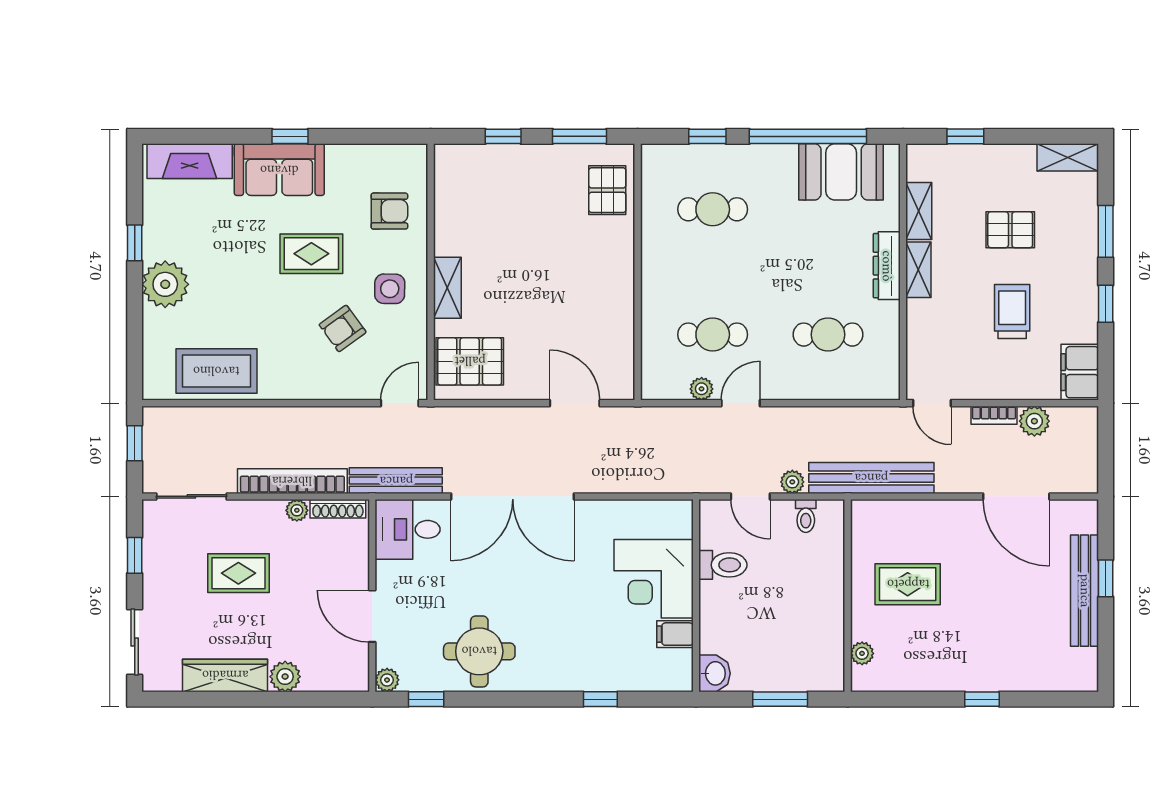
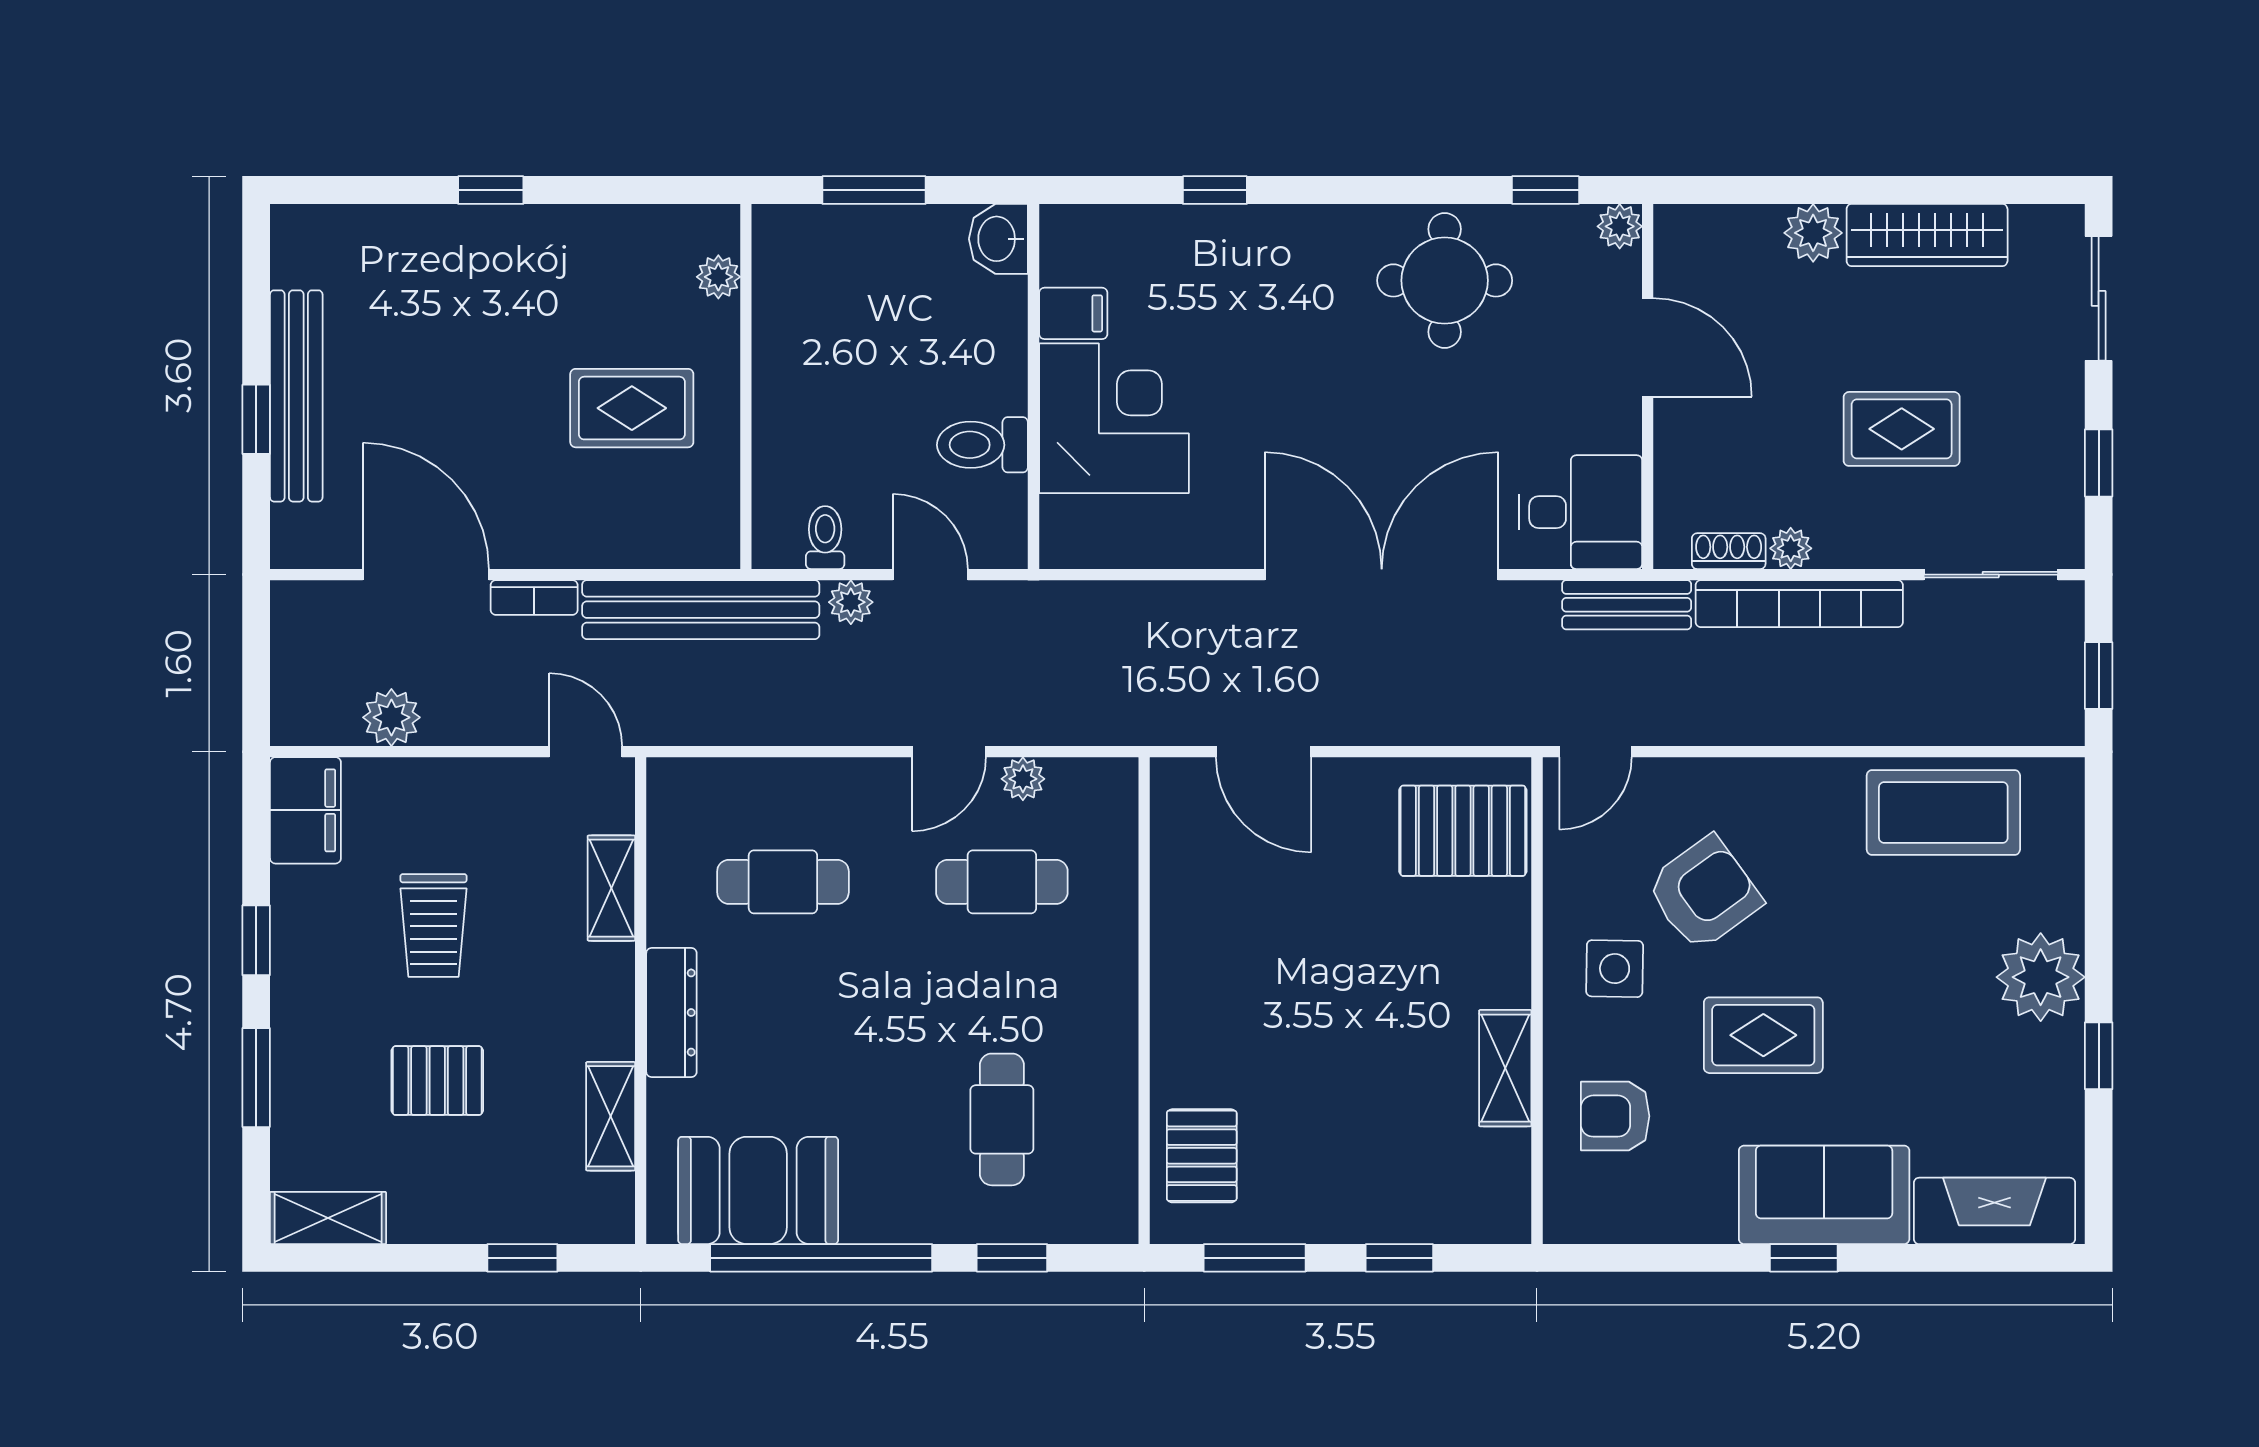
cafe table: (713, 209) -> (1002, 1119), turned 90
shelving: (918, 270) -> (611, 888), moved
shelving: (447, 288) -> (1505, 1068), moved
armchair: (343, 328) -> (1704, 893), width x1.38, depth x1.38
bookcase: (994, 415) -> (534, 598), moved, turned 180
bench: (396, 481) -> (1627, 605), width x0.73
shoe rack: (338, 509) -> (1729, 551), width x0.70

